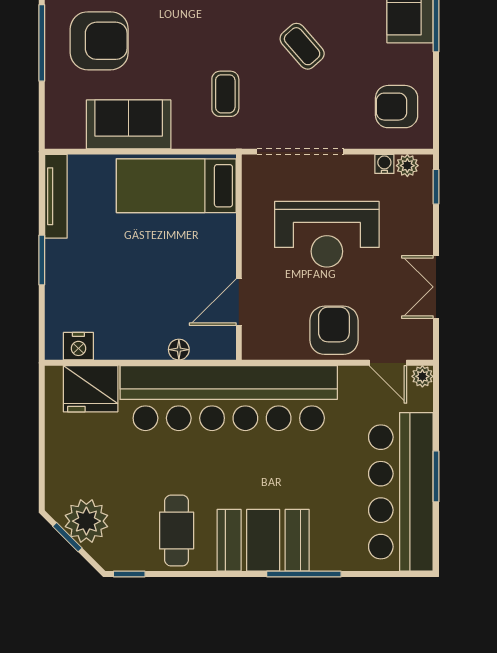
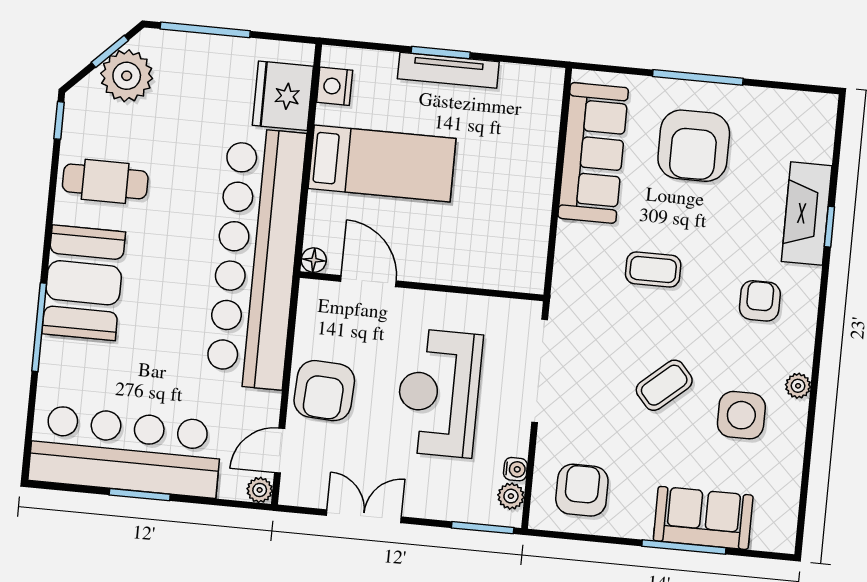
coffee table: (225, 94) -> (653, 269), moved
sofa: (129, 124) -> (593, 153), width x1.36
bed: (176, 186) -> (382, 163), moved, turned 90
window: (436, 187) -> (483, 528), width x1.50
tv unit: (56, 196) -> (448, 70), moved
armchair: (334, 330) -> (324, 391), turned 93
floor lamp: (179, 350) -> (314, 260), moved
window: (42, 459) -> (205, 30), added

